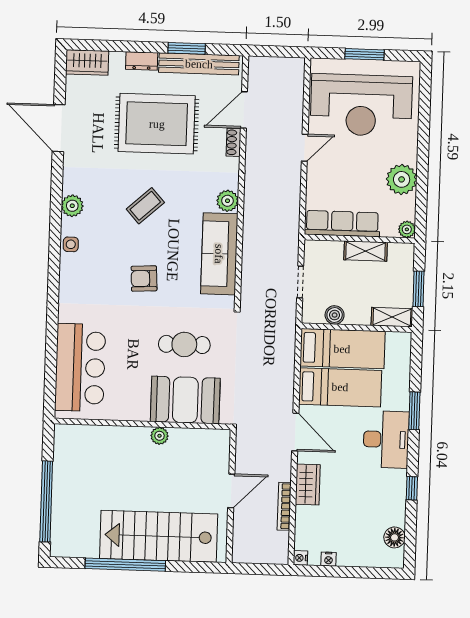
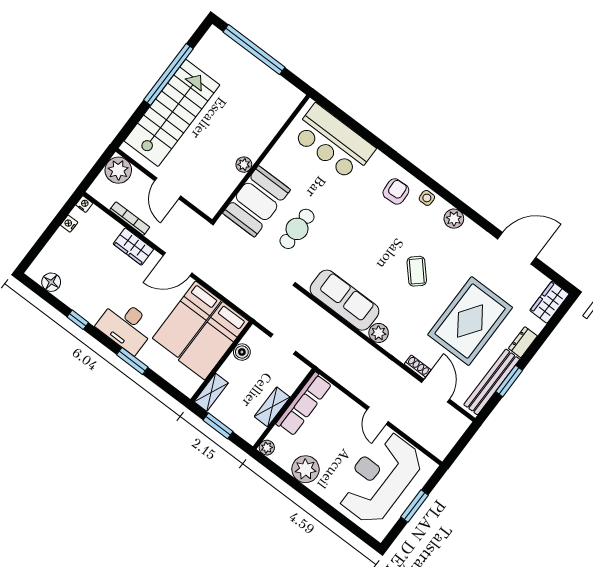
armchair: (144, 279) -> (396, 191), moved
plant: (247, 548) -> (118, 170), added

